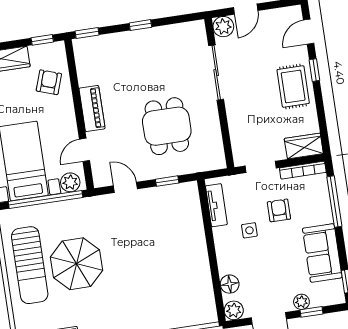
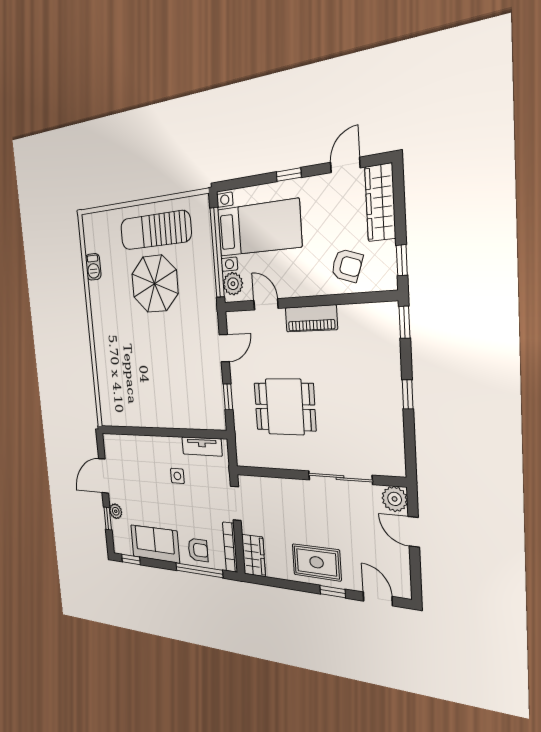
armchair: (279, 210) -> (198, 550), moved
floor lamp: (230, 284) -> (132, 444), removed
plant: (234, 310) -> (111, 443), removed

